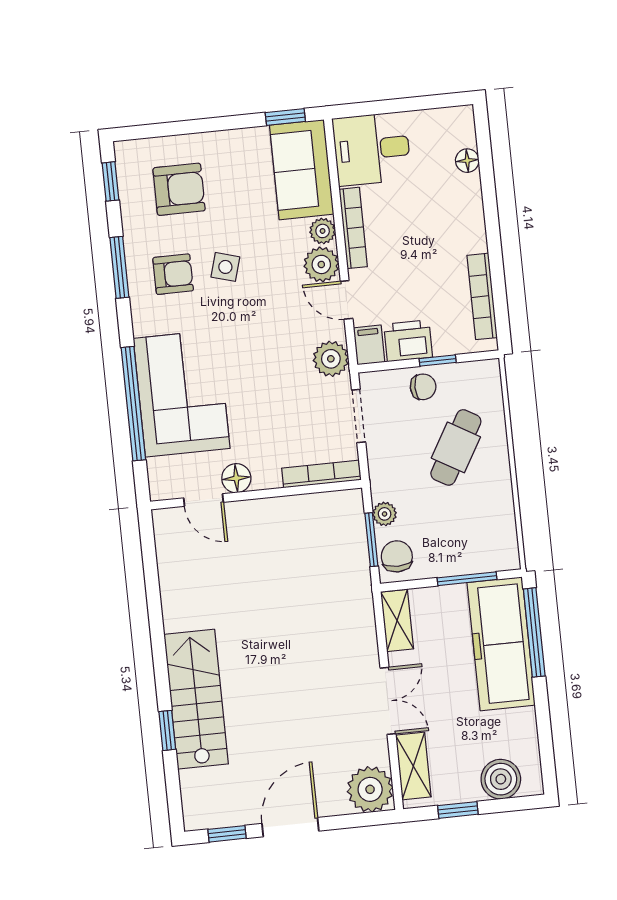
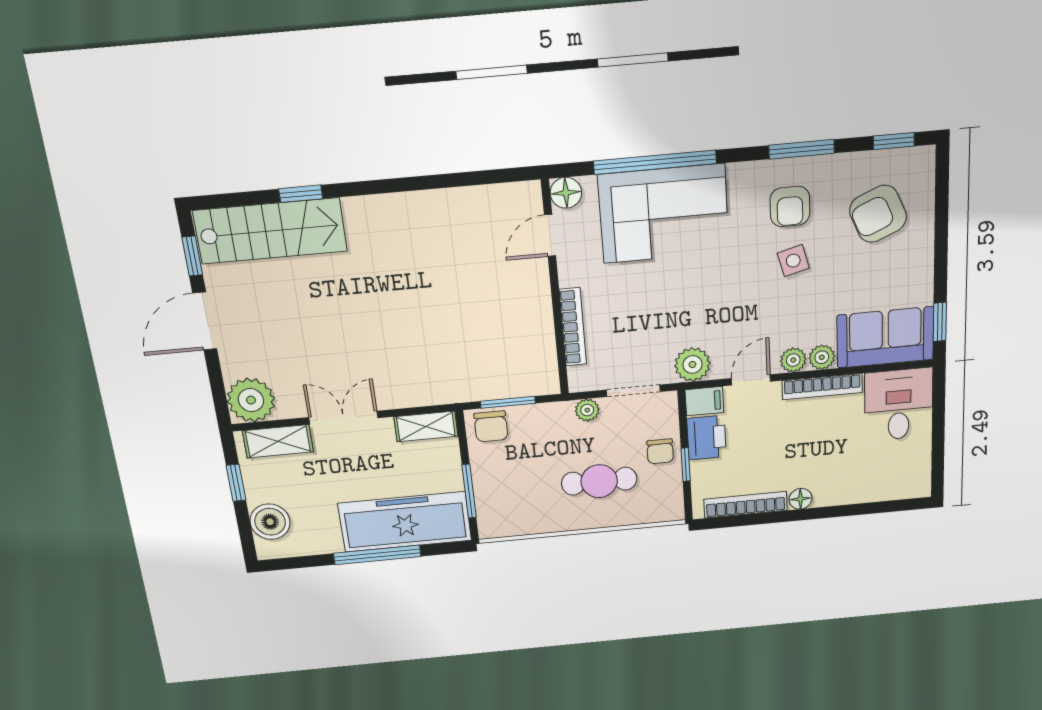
floor lamp: (467, 161) -> (800, 499), moved
armchair: (179, 189) -> (878, 214), turned 67
plant: (321, 264) -> (793, 360), width x0.73, depth x0.73
side table: (225, 267) -> (793, 261), turned -31
cafe table: (456, 447) -> (599, 481), turned -30
bookcase: (321, 474) -> (573, 327), moved
floor lamp: (236, 478) -> (566, 193), moved
plant: (385, 514) -> (587, 410), moved
chair: (397, 556) -> (491, 426), turned 90
window: (534, 632) -> (377, 555), moved
stairs: (196, 699) -> (270, 231), moved
double door: (388, 701) -> (343, 418), swing flipped
door: (290, 827) -> (205, 321), swing flipped

